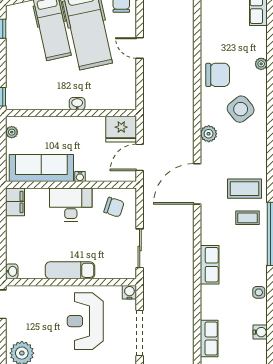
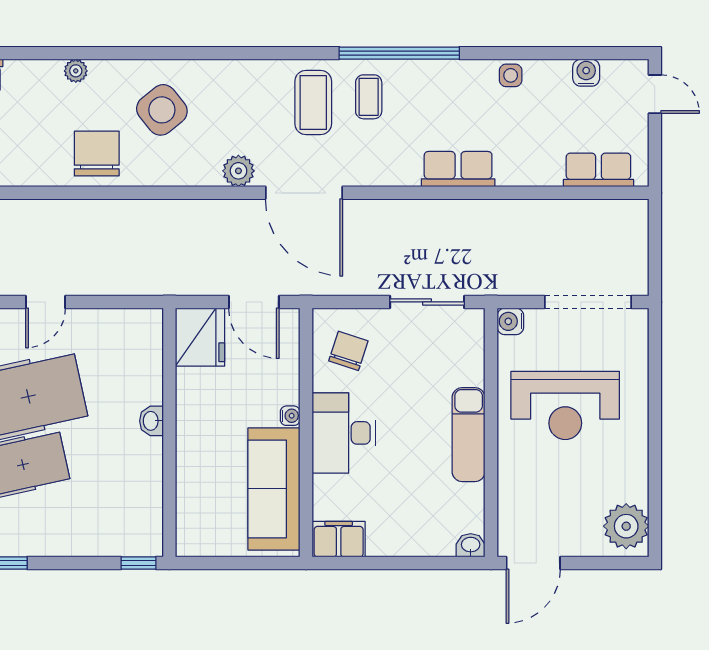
plant: (12, 132) -> (206, 545), removed
plant: (209, 134) -> (238, 171), moved

